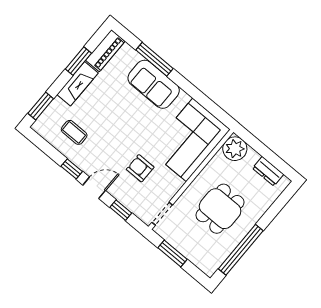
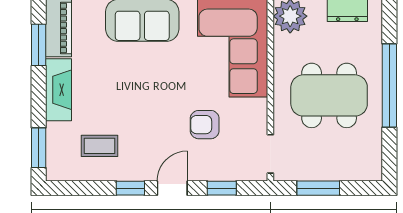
window: (78, 61) -> (39, 45), moved
dining table: (220, 209) -> (329, 95), width x1.37
window: (241, 250) -> (389, 85), moved

